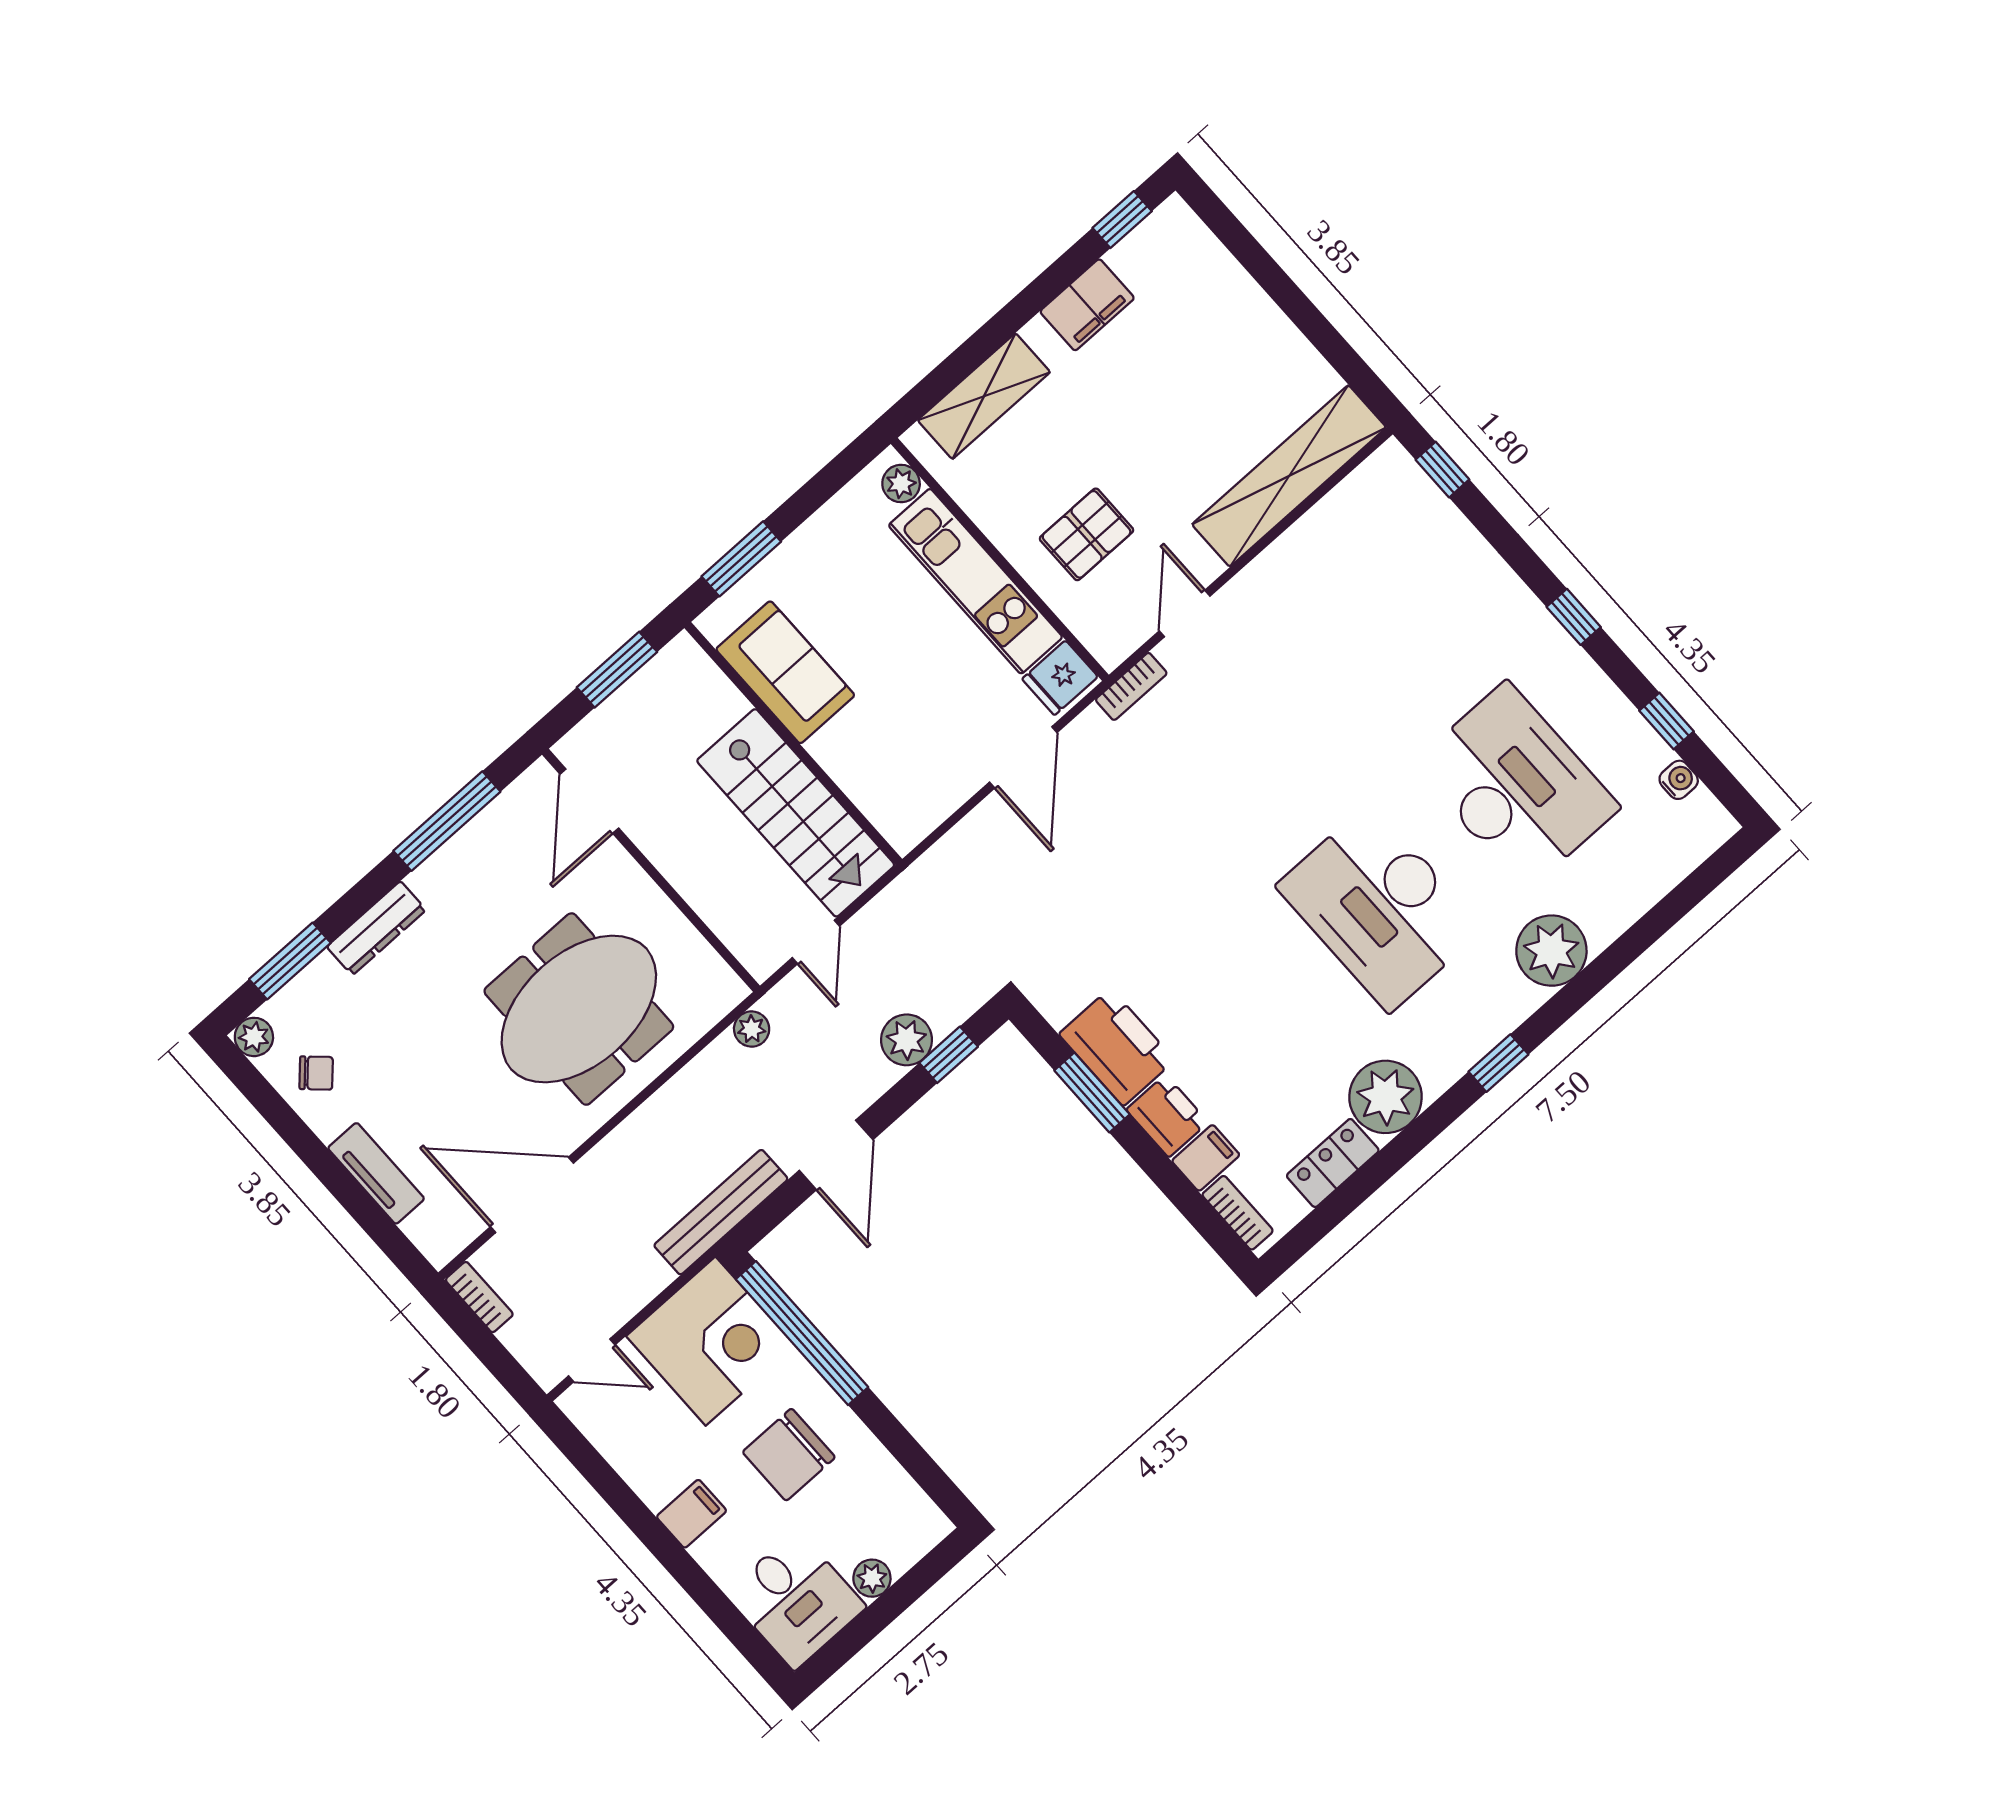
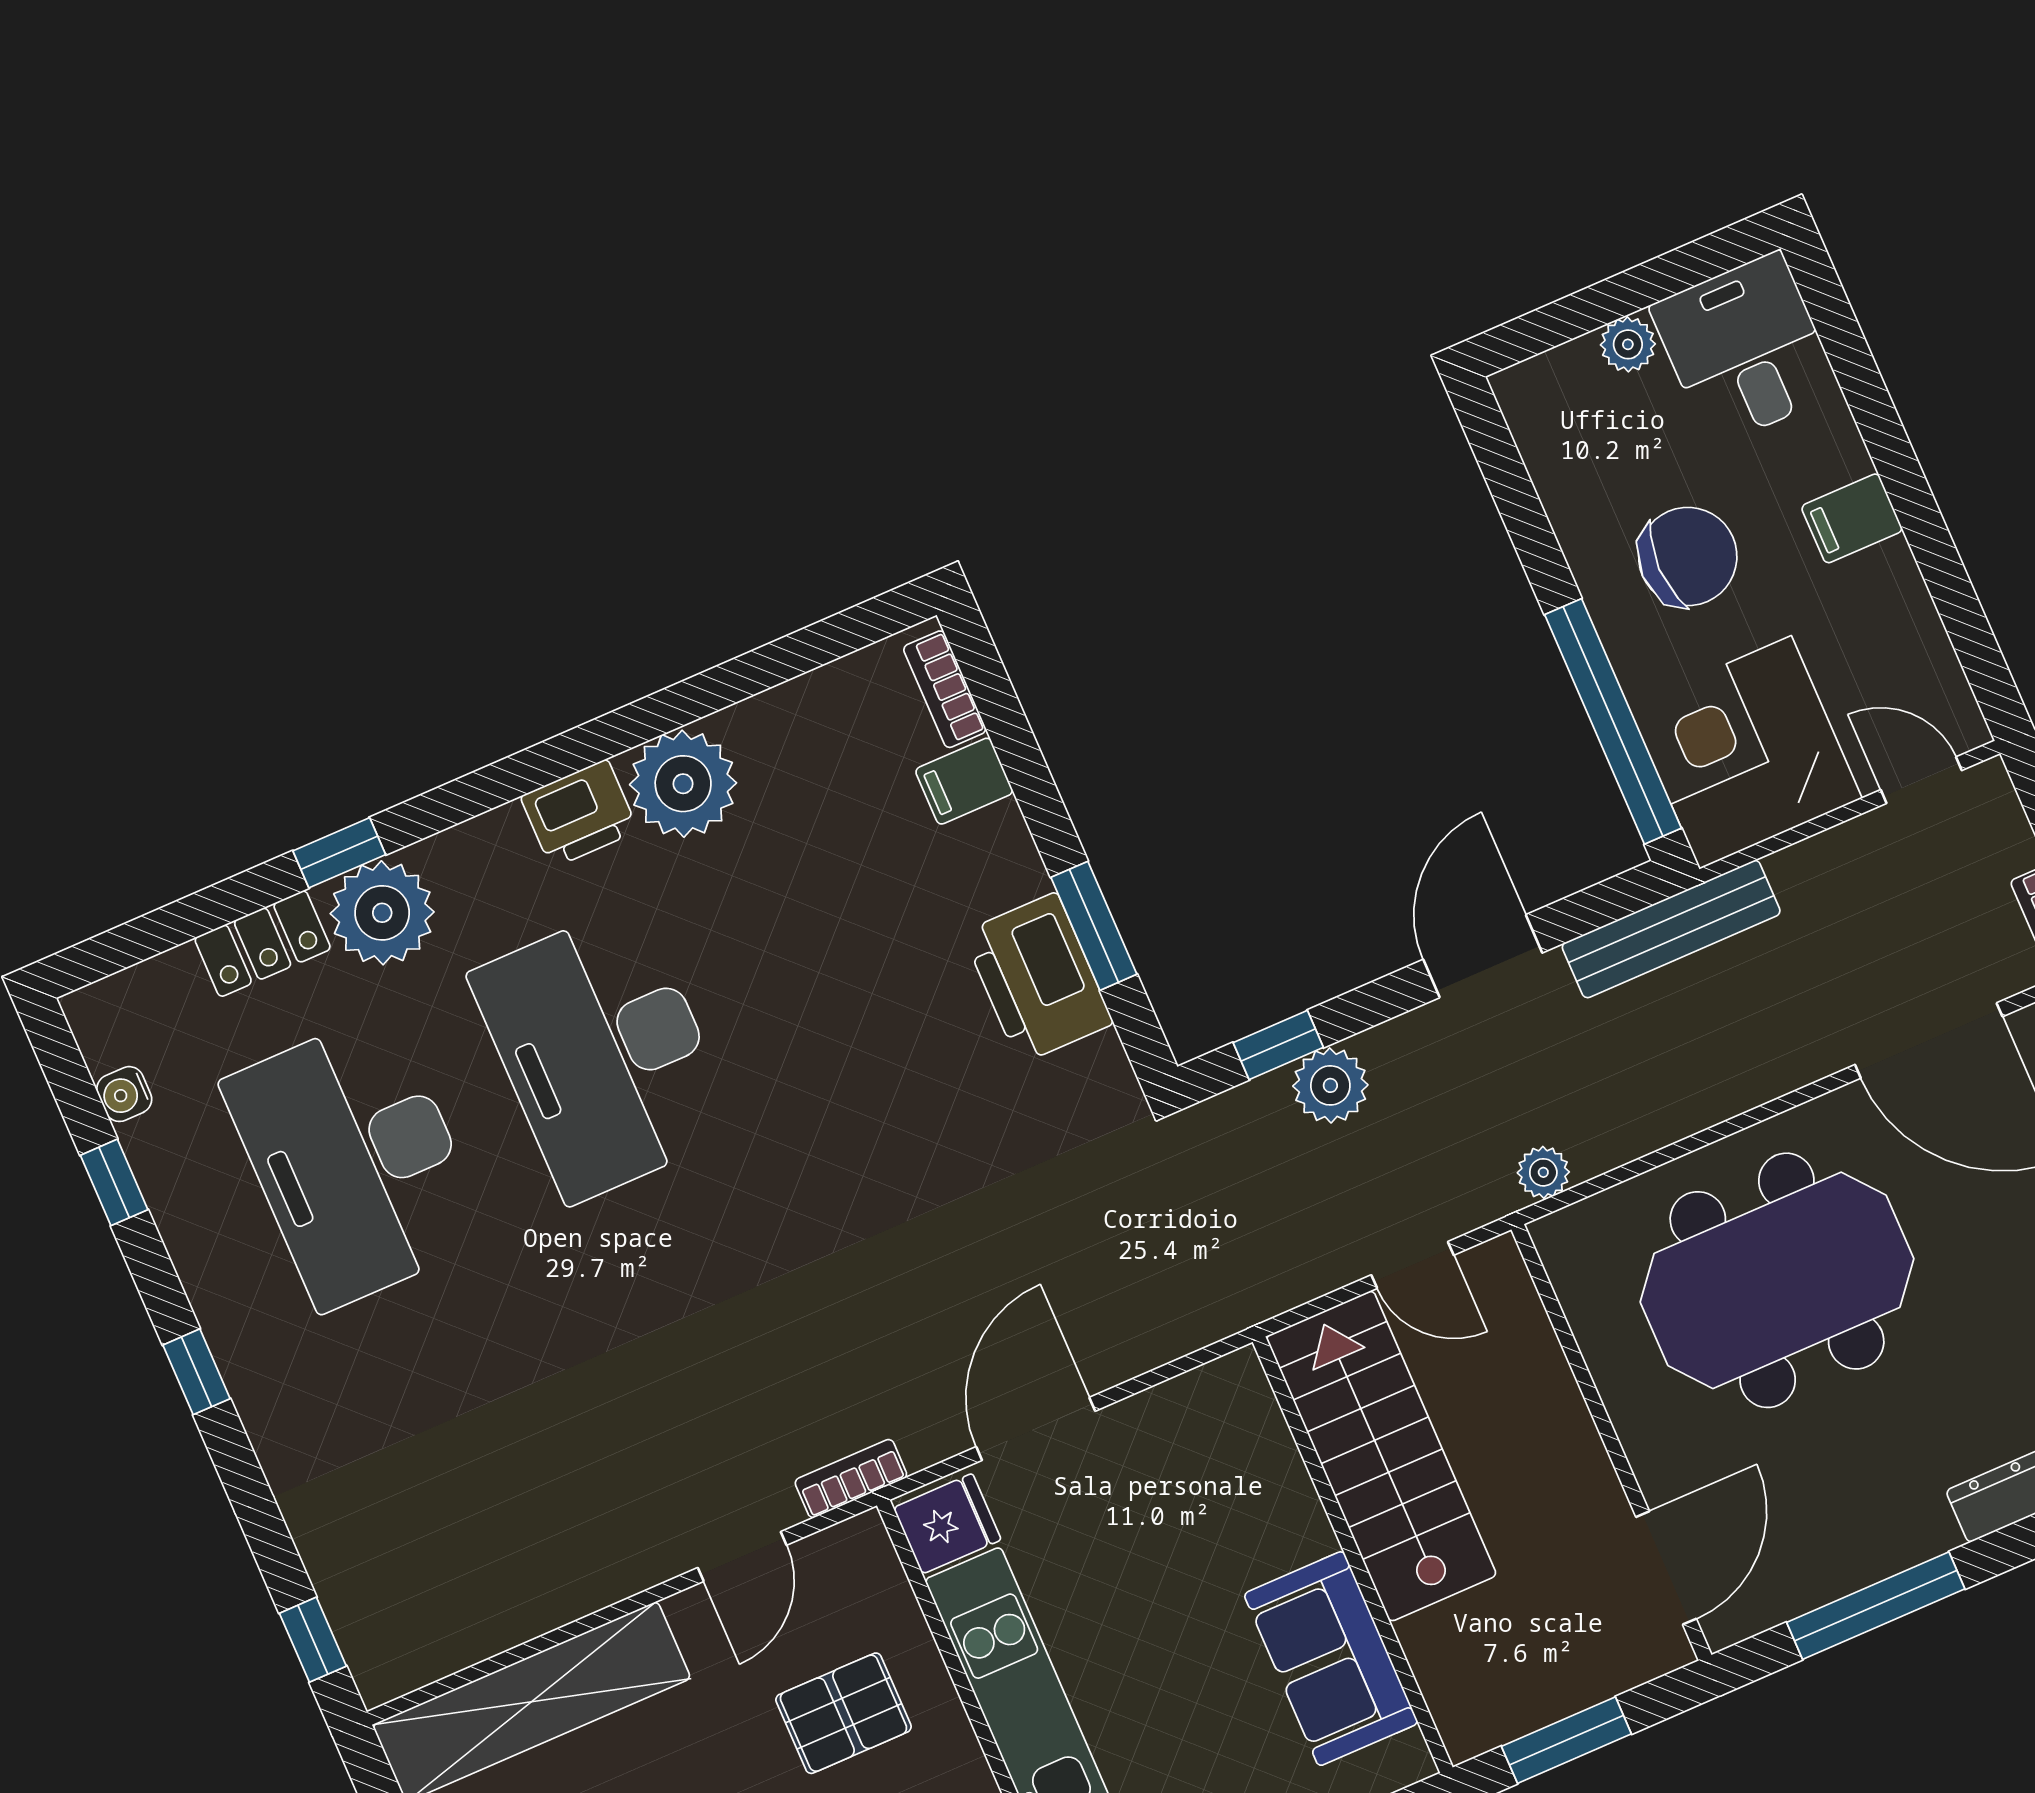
desk: (1380, 907) -> (603, 1053), turned 180
door: (816, 942) -> (1412, 1265), swing flipped
window: (1498, 1063) -> (339, 853), moved
printer: (1167, 1116) -> (579, 814), moved, turned -90
locker: (1333, 1163) -> (263, 944), moved

